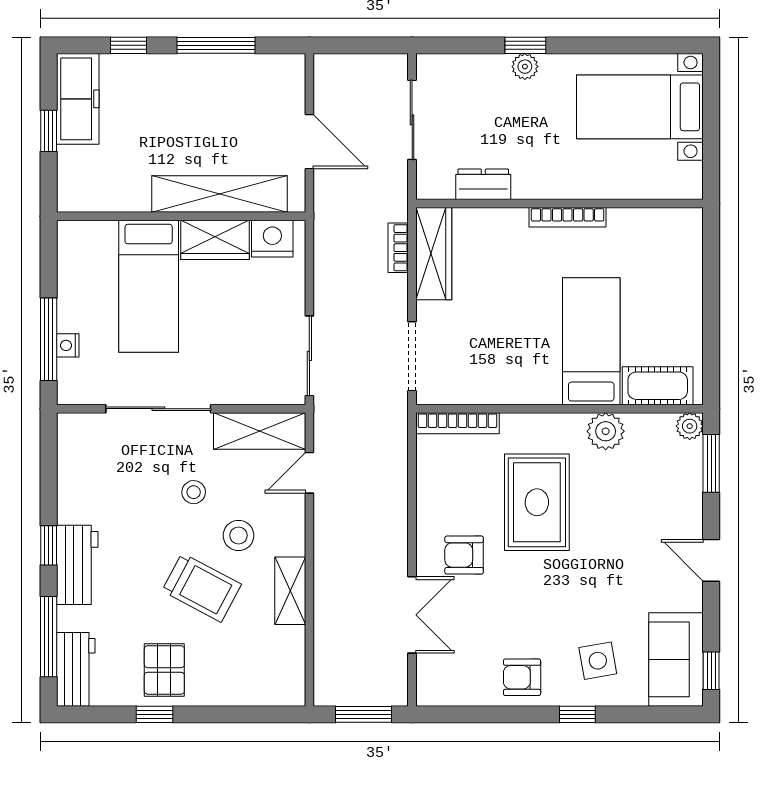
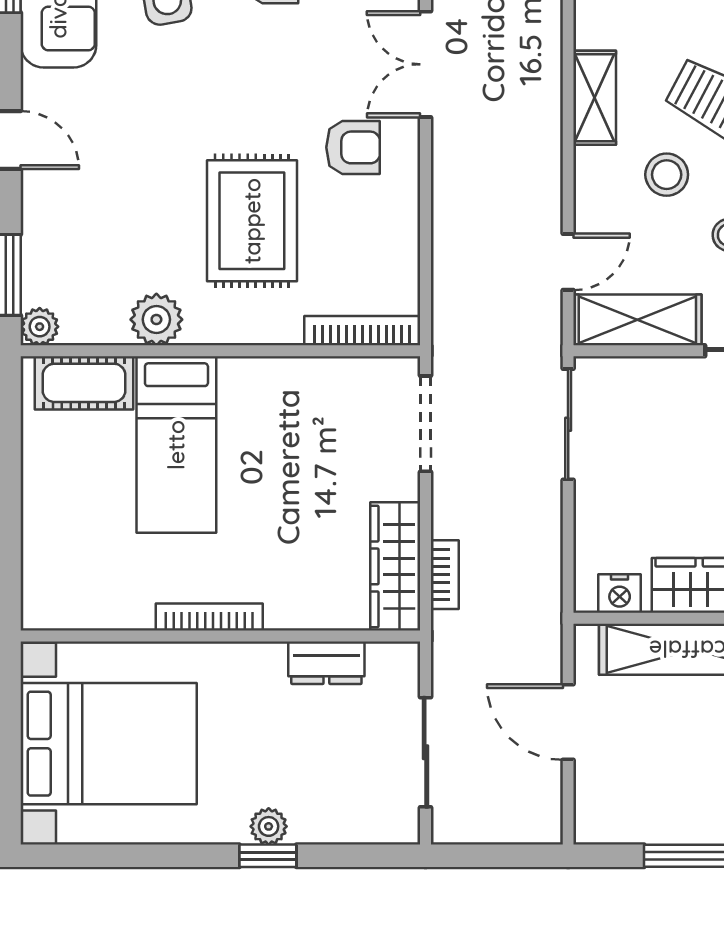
bed with nightstands: (640, 107) -> (109, 744), width x1.36
nightstand: (272, 239) -> (620, 594), width x0.74, depth x0.75

